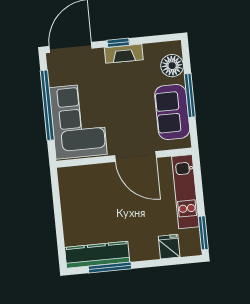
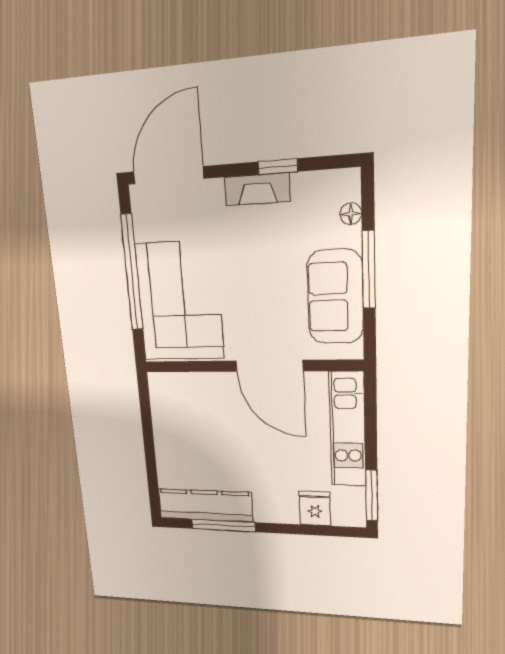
window: (118, 43) -> (278, 167), moved
floor lamp: (172, 66) -> (351, 214), width x0.53, depth x0.53

